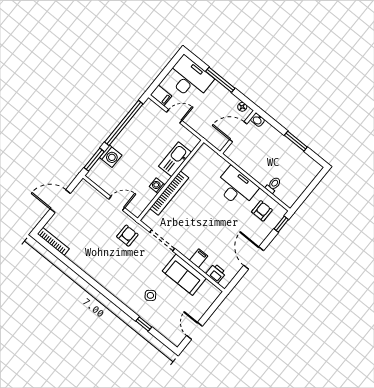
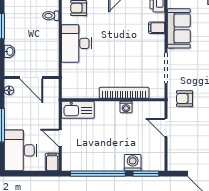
washbasin: (258, 120) -> (9, 51), moved
kitchen sink: (175, 159) -> (78, 110), moved

